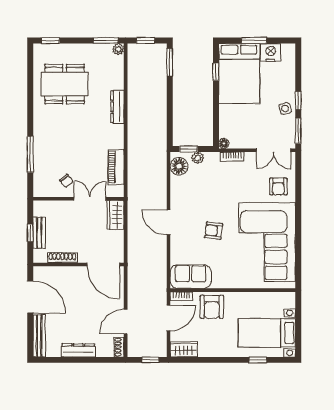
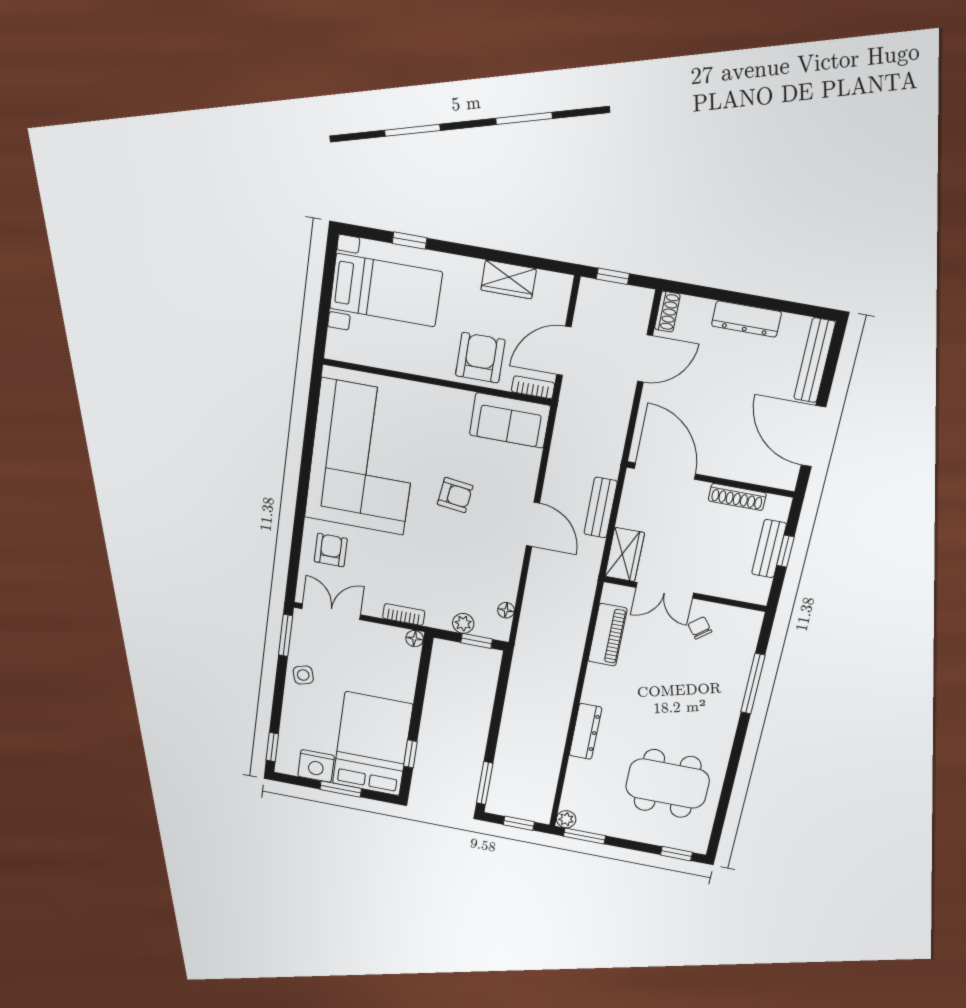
window: (298, 101) -> (272, 747), moved
floor lamp: (179, 166) -> (506, 610), width x0.53, depth x0.53
bench: (134, 238) -> (601, 508), added
wardrobe: (184, 349) -> (509, 279), moved

